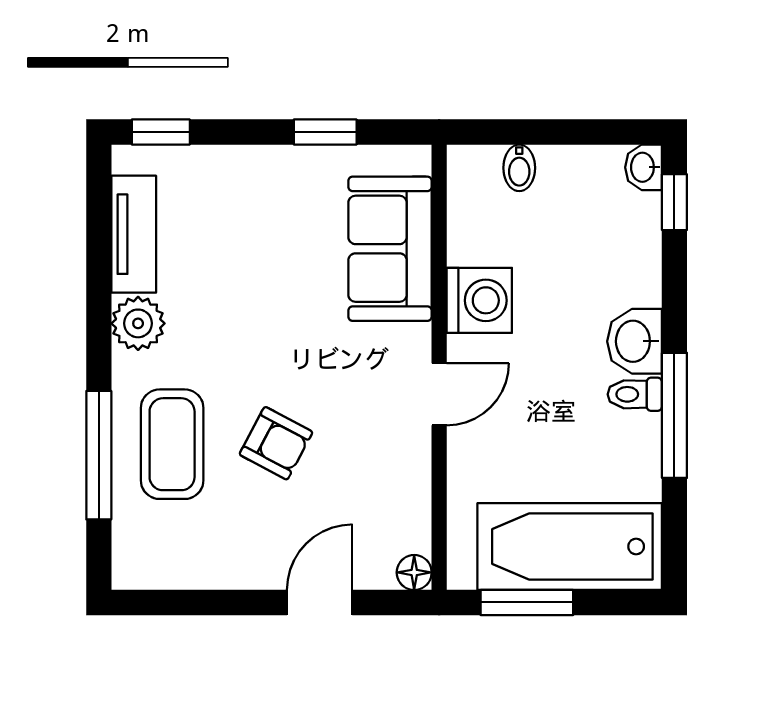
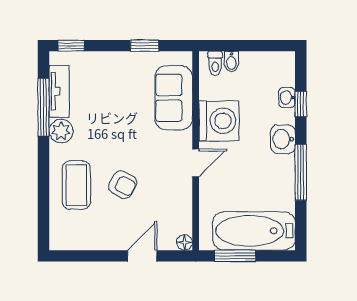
washbasin: (644, 167) -> (287, 97), moved
window: (674, 202) -> (301, 104), moved
washing machine: (479, 300) -> (219, 121), width x1.37, depth x1.37
toilet: (635, 394) -> (215, 63), moved, turned -90
window: (99, 455) -> (44, 107), moved

